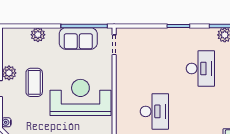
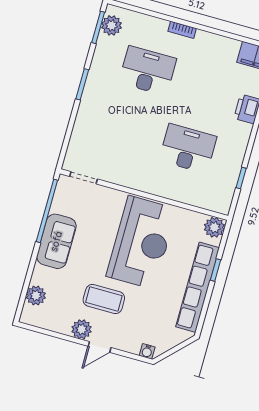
plant: (38, 35) -> (36, 296), moved
sofa: (78, 38) -> (56, 241), moved
reception desk: (80, 97) -> (141, 242), turned 180

